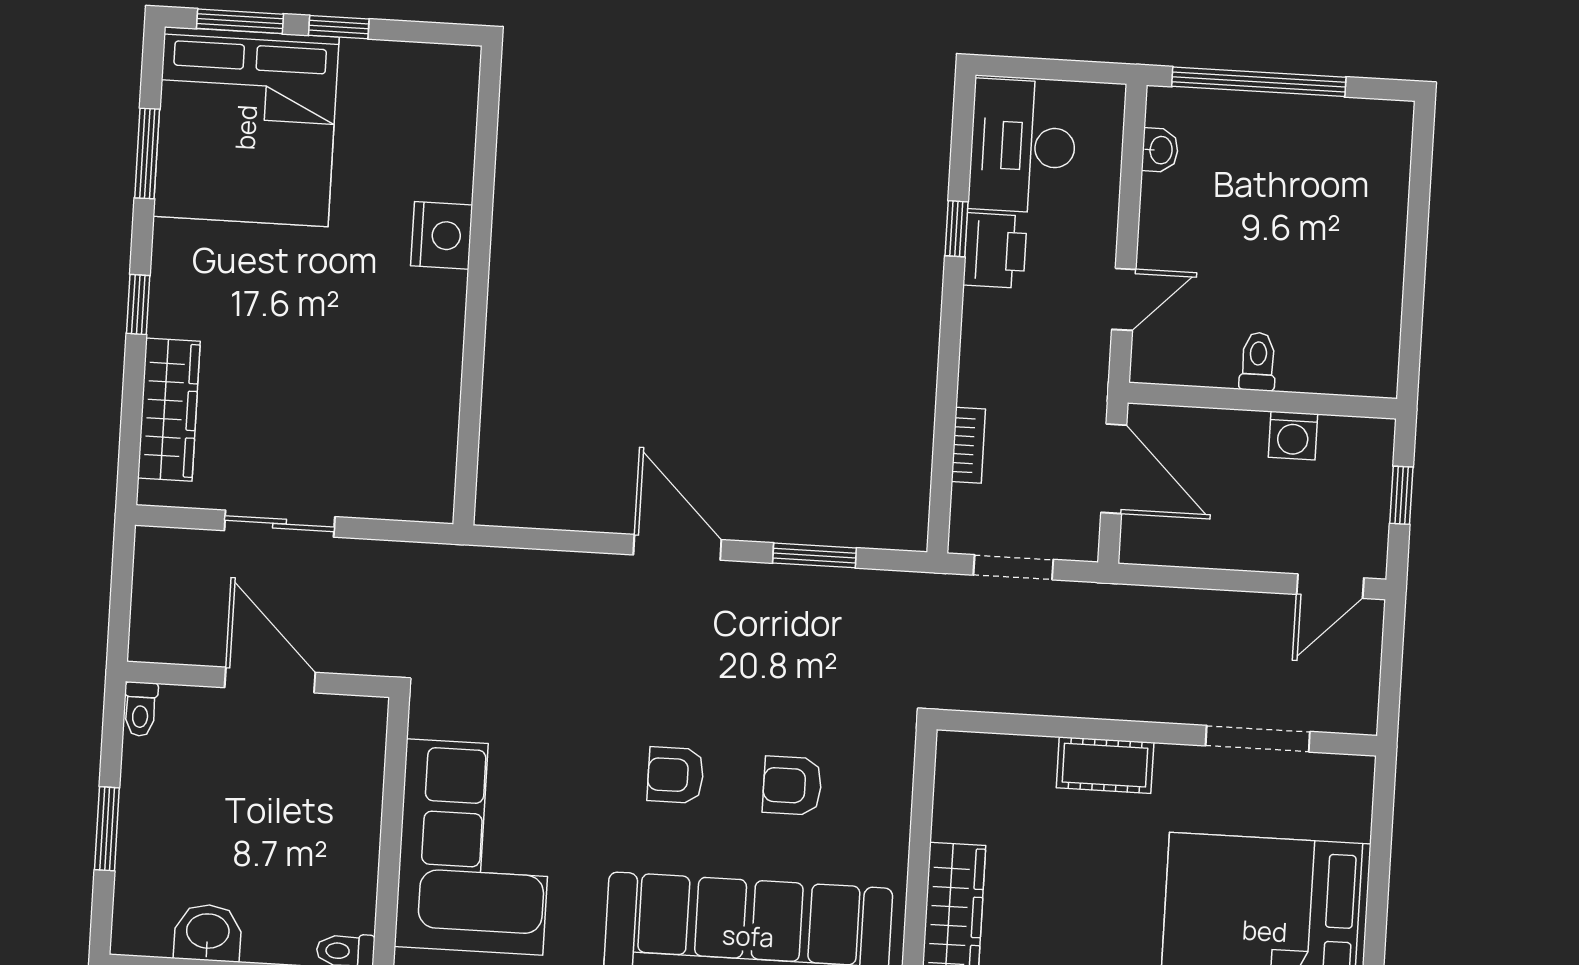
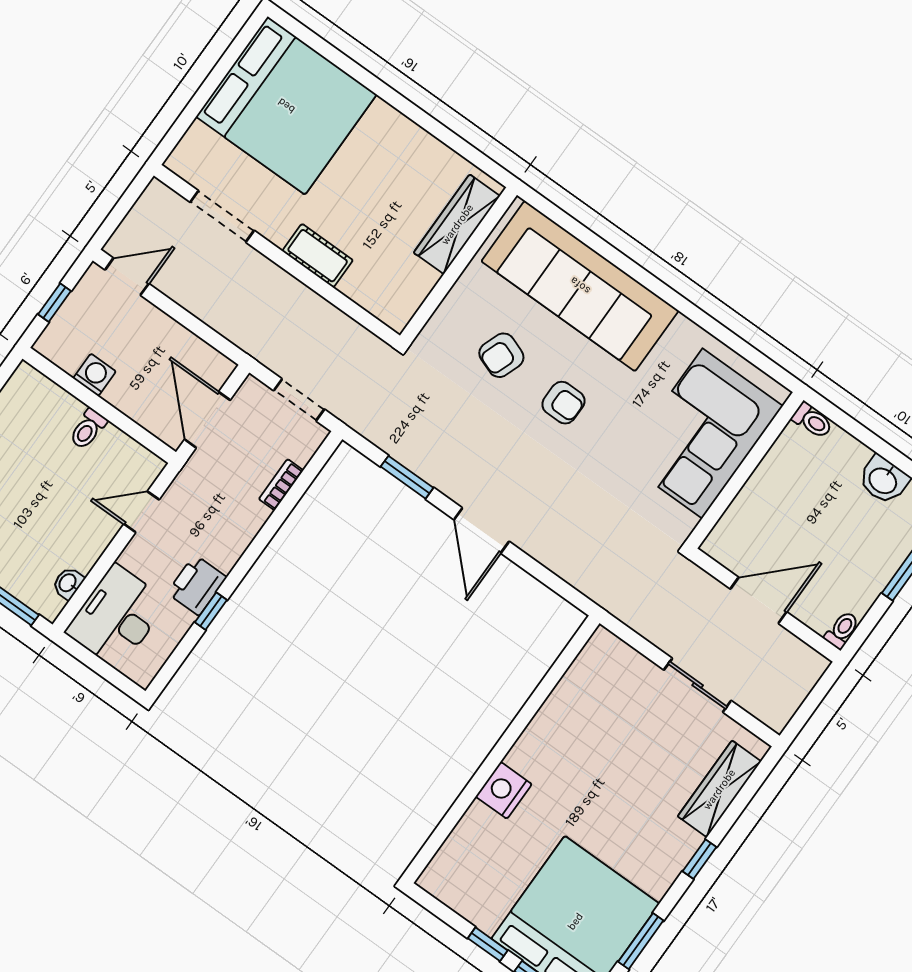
desk: (1023, 146) -> (117, 617), moved, turned 180
door: (270, 680) -> (759, 600), swing flipped
armchair: (792, 786) -> (501, 355), turned 110

